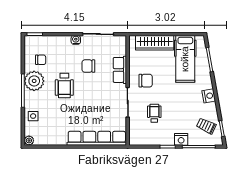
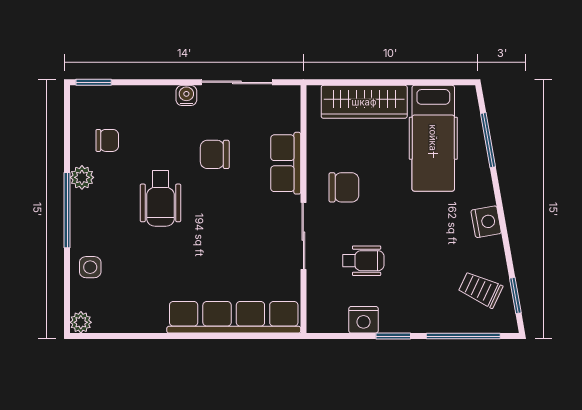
plant: (34, 81) -> (82, 177), width x0.53, depth x0.53
wheelchair: (154, 113) -> (363, 261), turned 90
nightstand: (181, 139) -> (364, 320), moved

